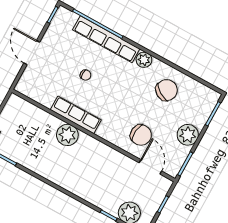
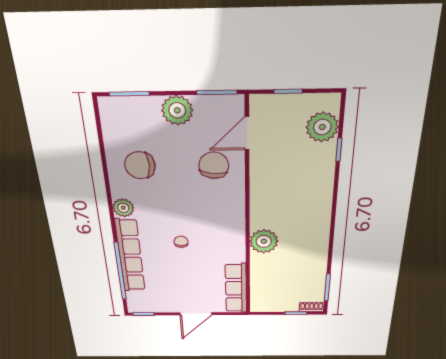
chair: (86, 75) -> (181, 242), moved
chair: (167, 90) -> (140, 165), turned -32
row of seats: (76, 115) -> (236, 288), moved

